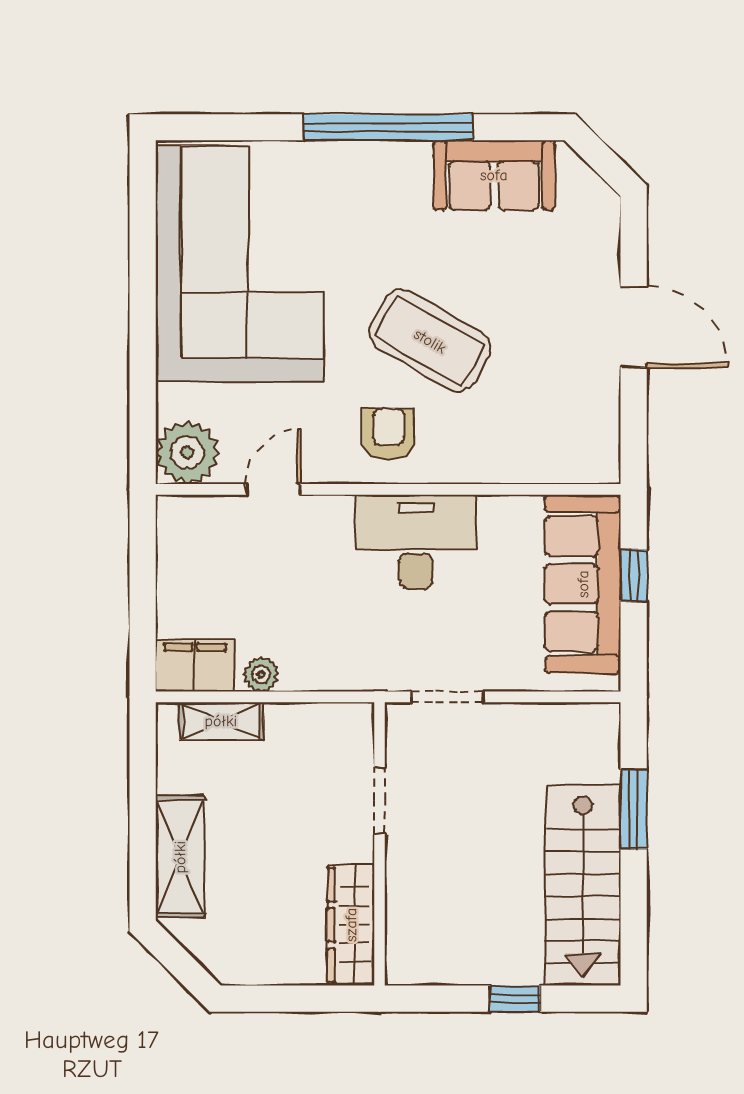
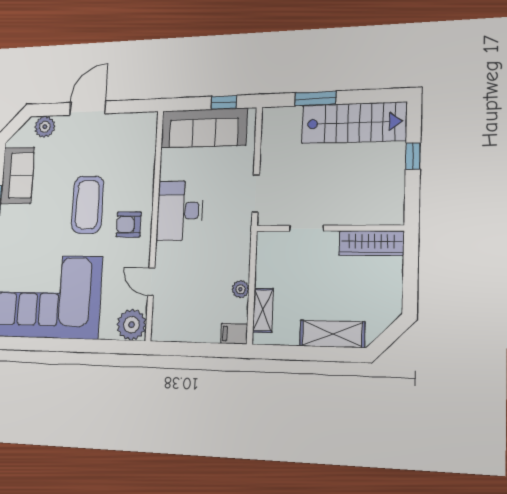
plant: (597, 231) -> (45, 127), added
coffee table: (430, 341) -> (88, 205), turned -30
window: (634, 575) -> (224, 102), moved
filing cabinet: (195, 666) -> (234, 334), width x0.50

